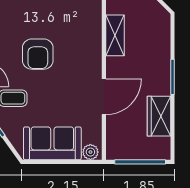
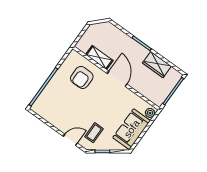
armchair: (38, 54) -> (82, 77), moved, turned 90
door: (104, 97) -> (117, 79), moved

